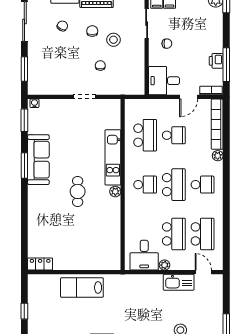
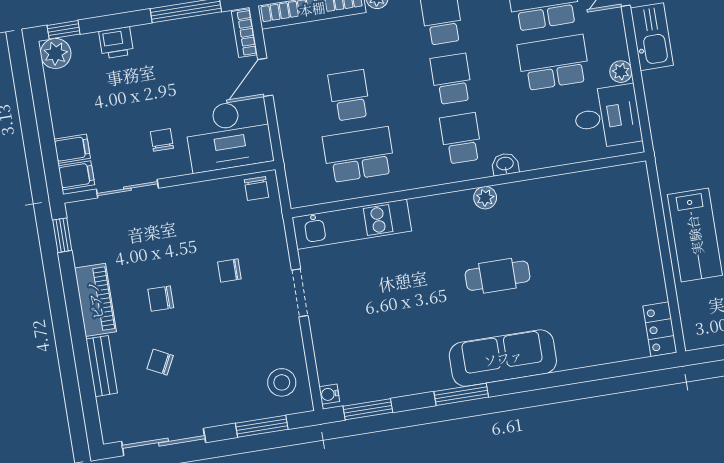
stool: (113, 40) -> (282, 382), moved
printer: (216, 61) -> (116, 43), moved
desk: (164, 81) -> (229, 135), width x1.37
chair: (137, 84) -> (256, 189), added
door: (189, 97) -> (265, 77), swing flipped
kitchen unit: (113, 157) -> (352, 224), moved
sofa: (38, 160) -> (503, 358), moved
school desk: (174, 185) -> (451, 79), width x0.54
washbasin: (130, 203) -> (505, 164), added

